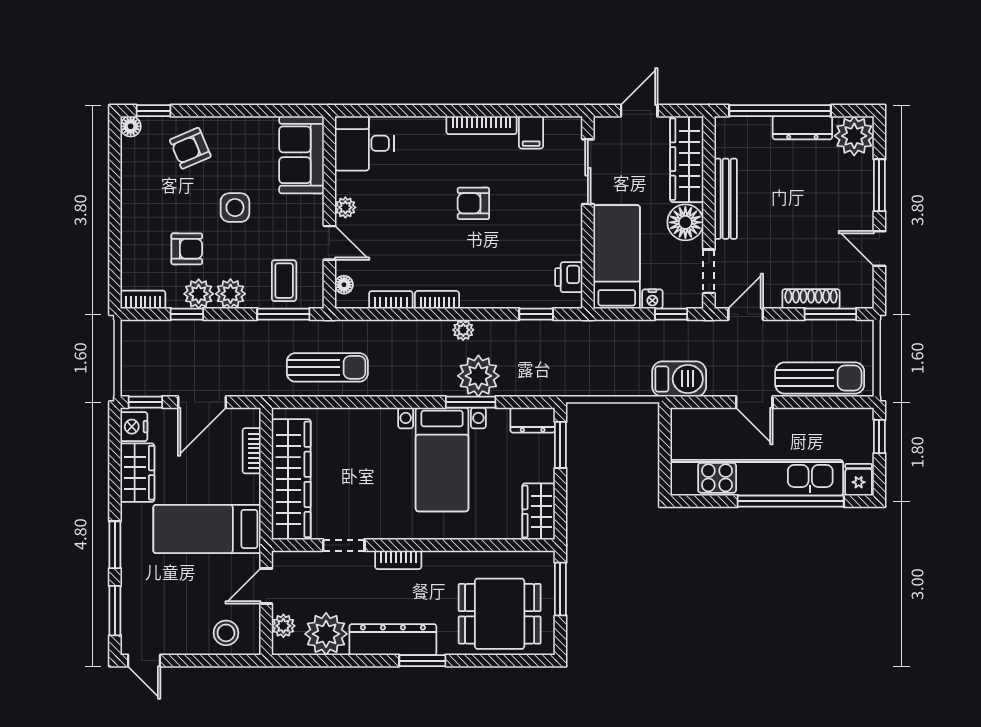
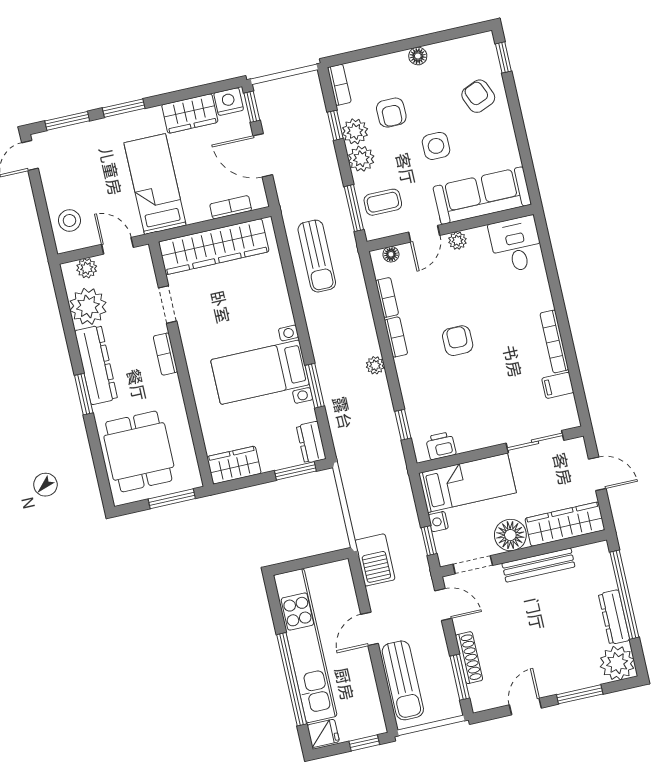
floor lamp: (131, 126) -> (418, 56), moved
sofa: (302, 155) -> (482, 196), width x1.36
armchair: (473, 203) -> (458, 341), moved
plant: (478, 376) -> (339, 387), removed

